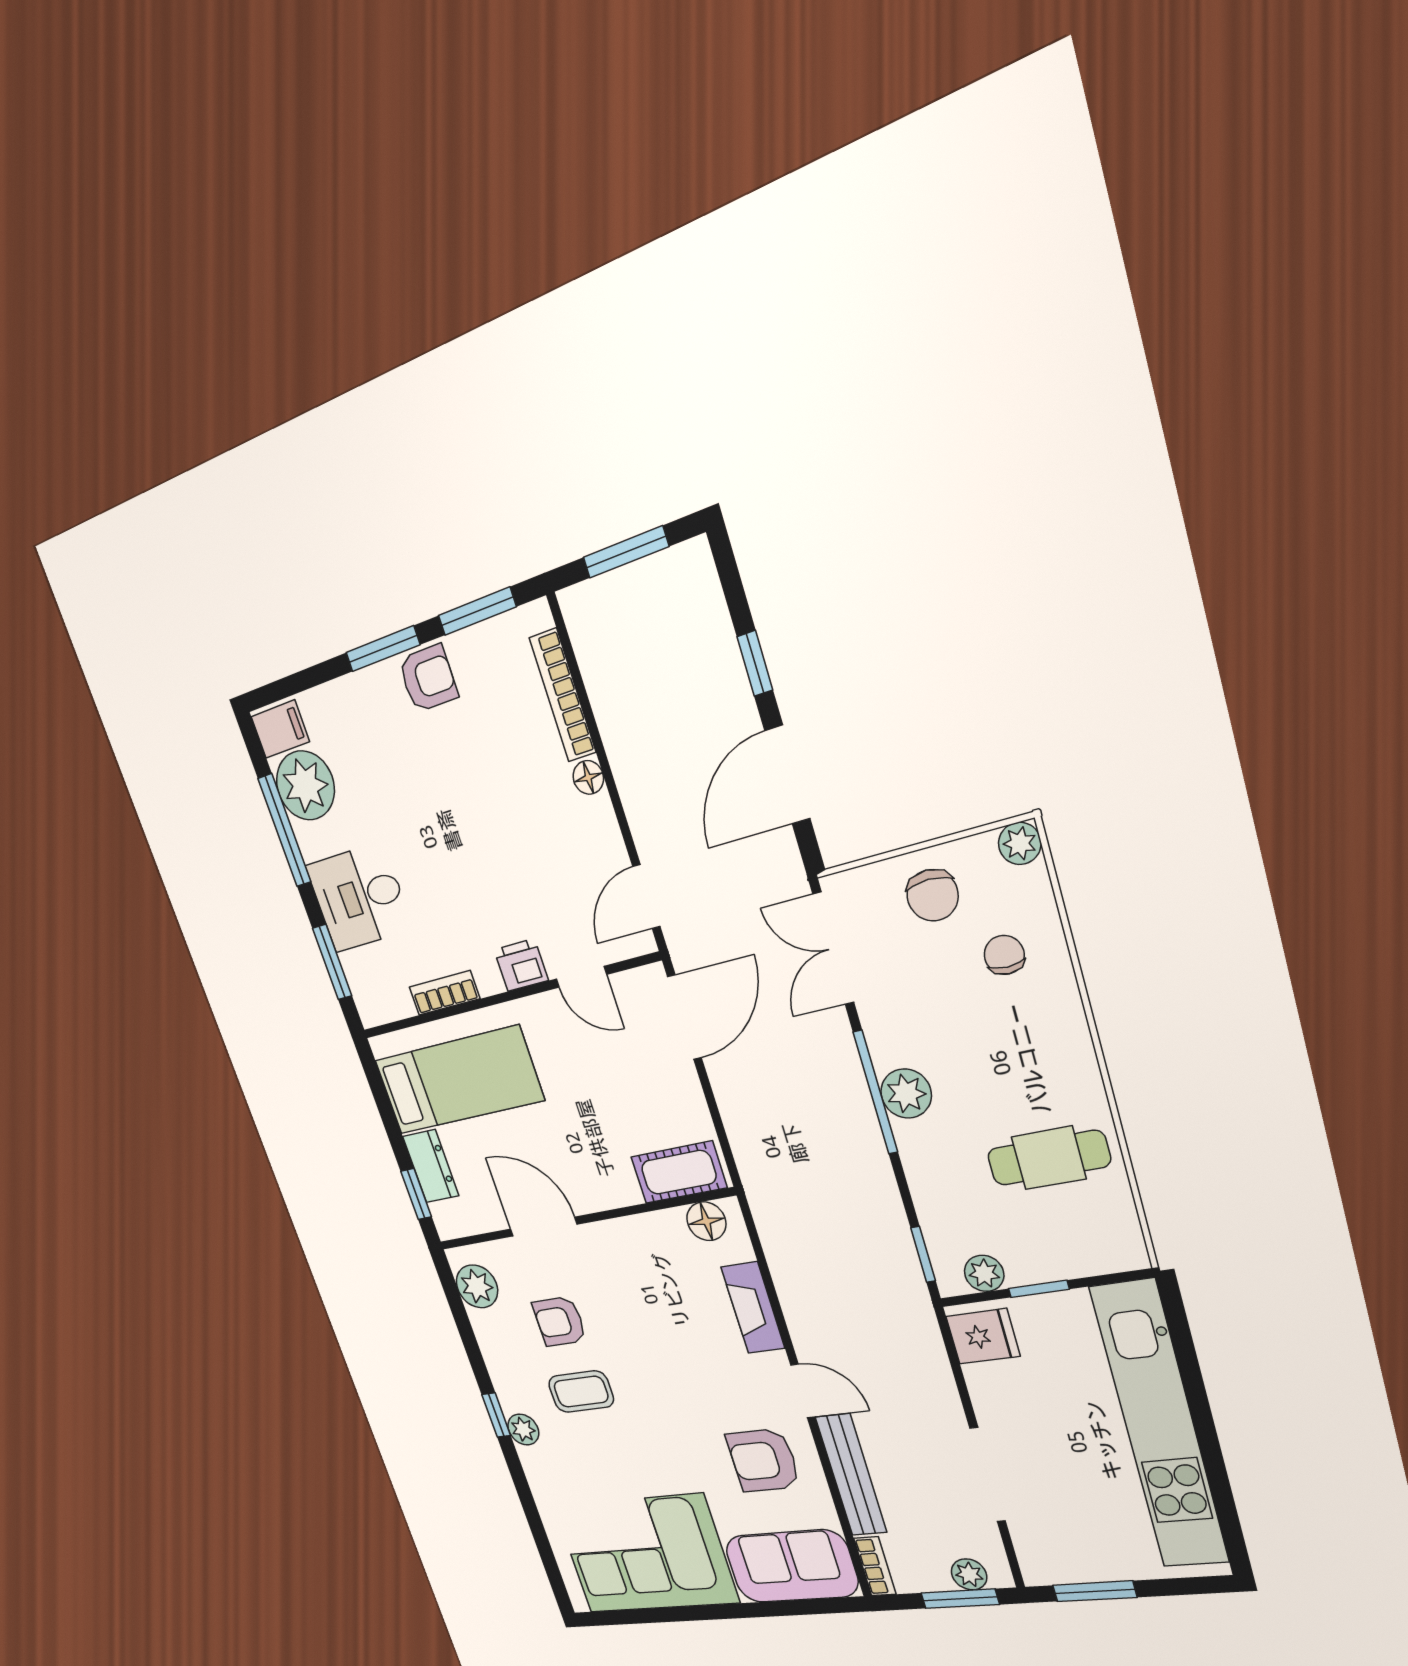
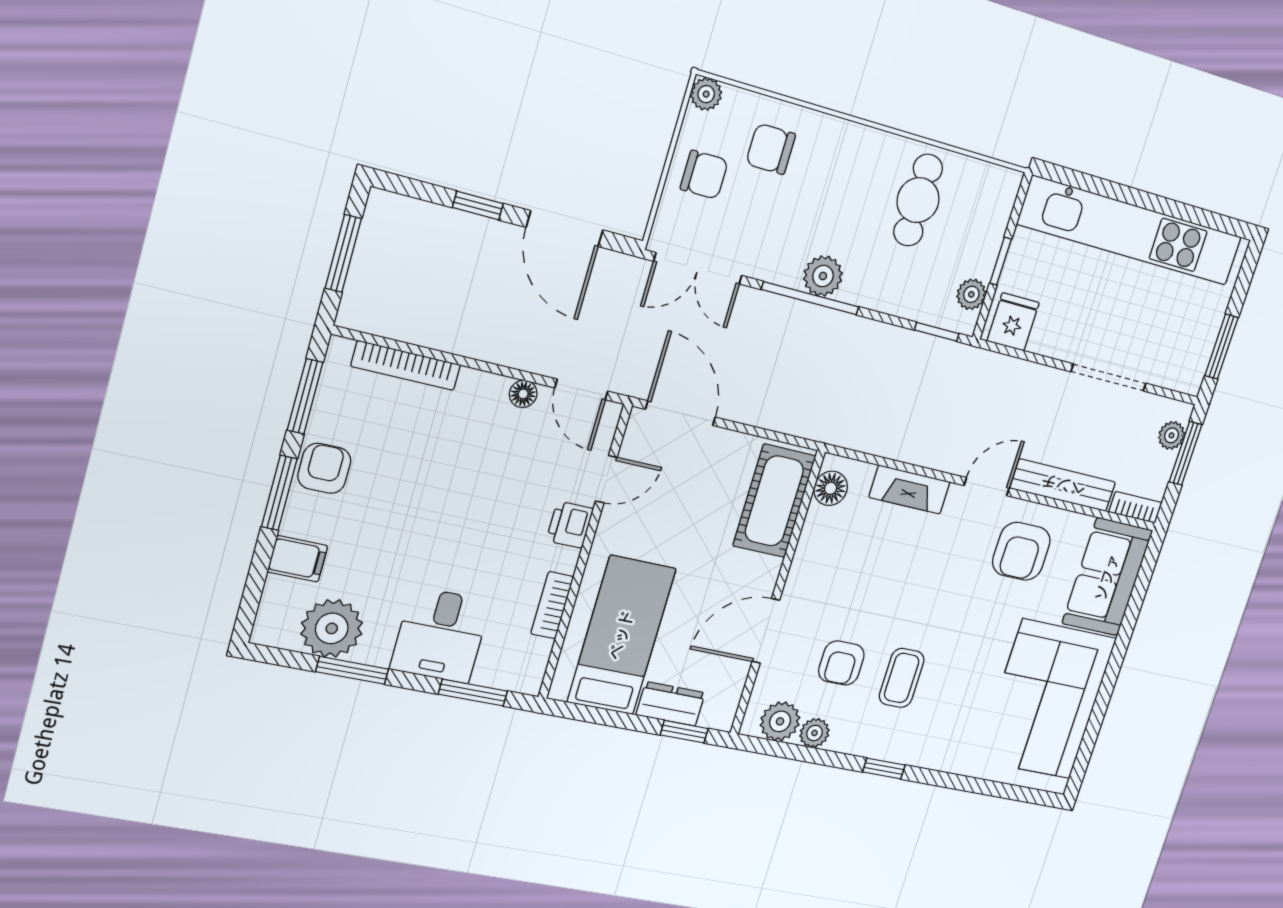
filing cabinet: (280, 729) -> (297, 559), moved, turned 90
floor lamp: (588, 777) -> (523, 394), moved
window: (285, 830) -> (352, 670), width x0.69
chair: (1004, 955) -> (771, 149), width x1.37, depth x1.37
cot: (679, 1172) -> (774, 501), width x1.37, depth x1.34
plant: (523, 1429) -> (814, 733), moved

